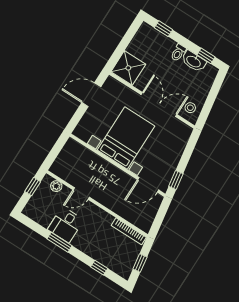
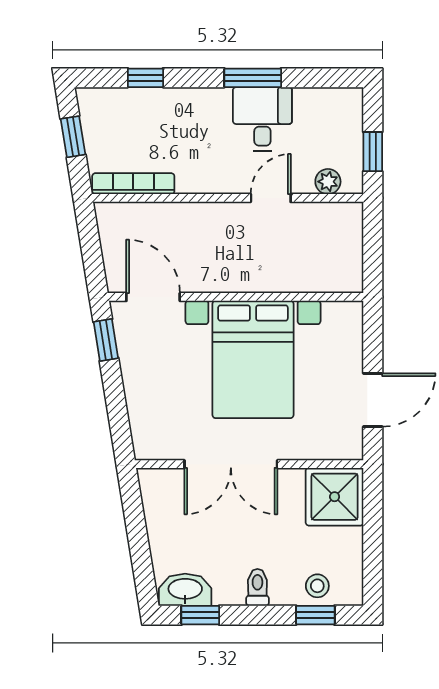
washbasin: (194, 61) -> (185, 590), moved
stool: (190, 108) -> (317, 586), moved
door: (148, 185) -> (153, 297), hinge flipped

